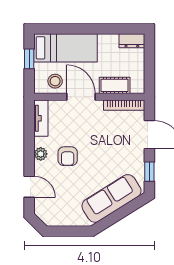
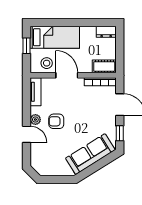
cot: (115, 85) -> (104, 66), moved
armchair: (68, 156) -> (56, 121), turned 90
door: (29, 187) -> (27, 134), moved

